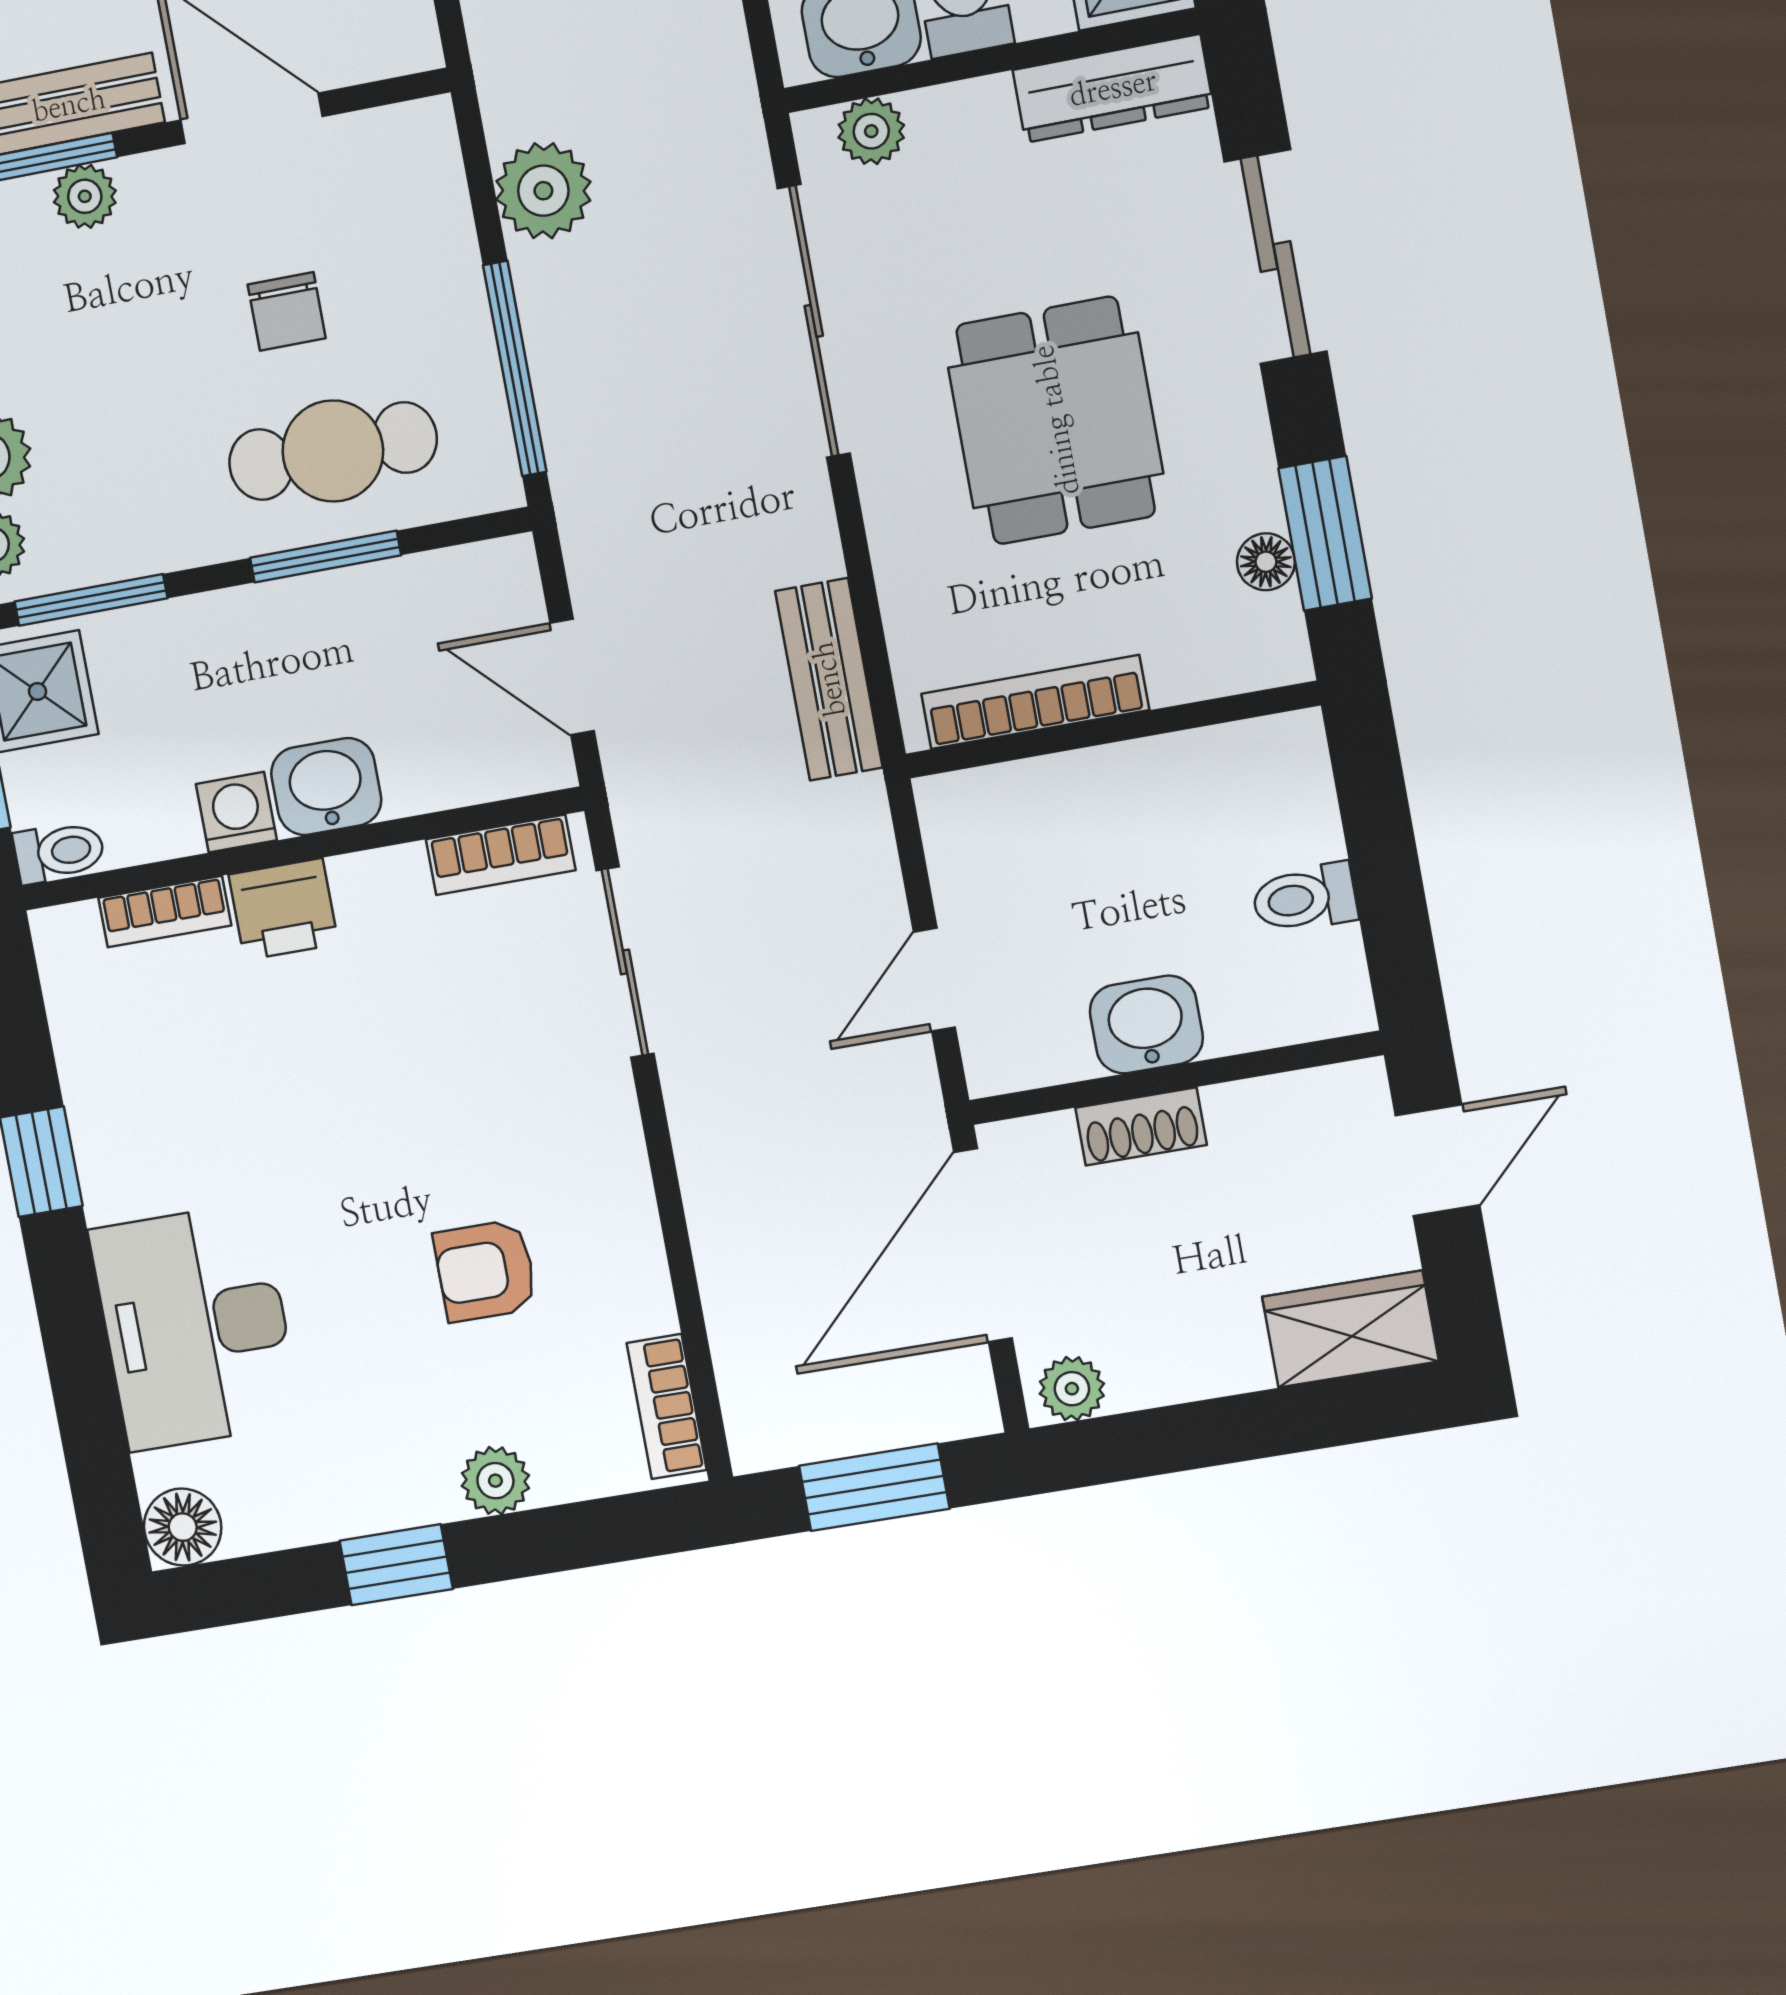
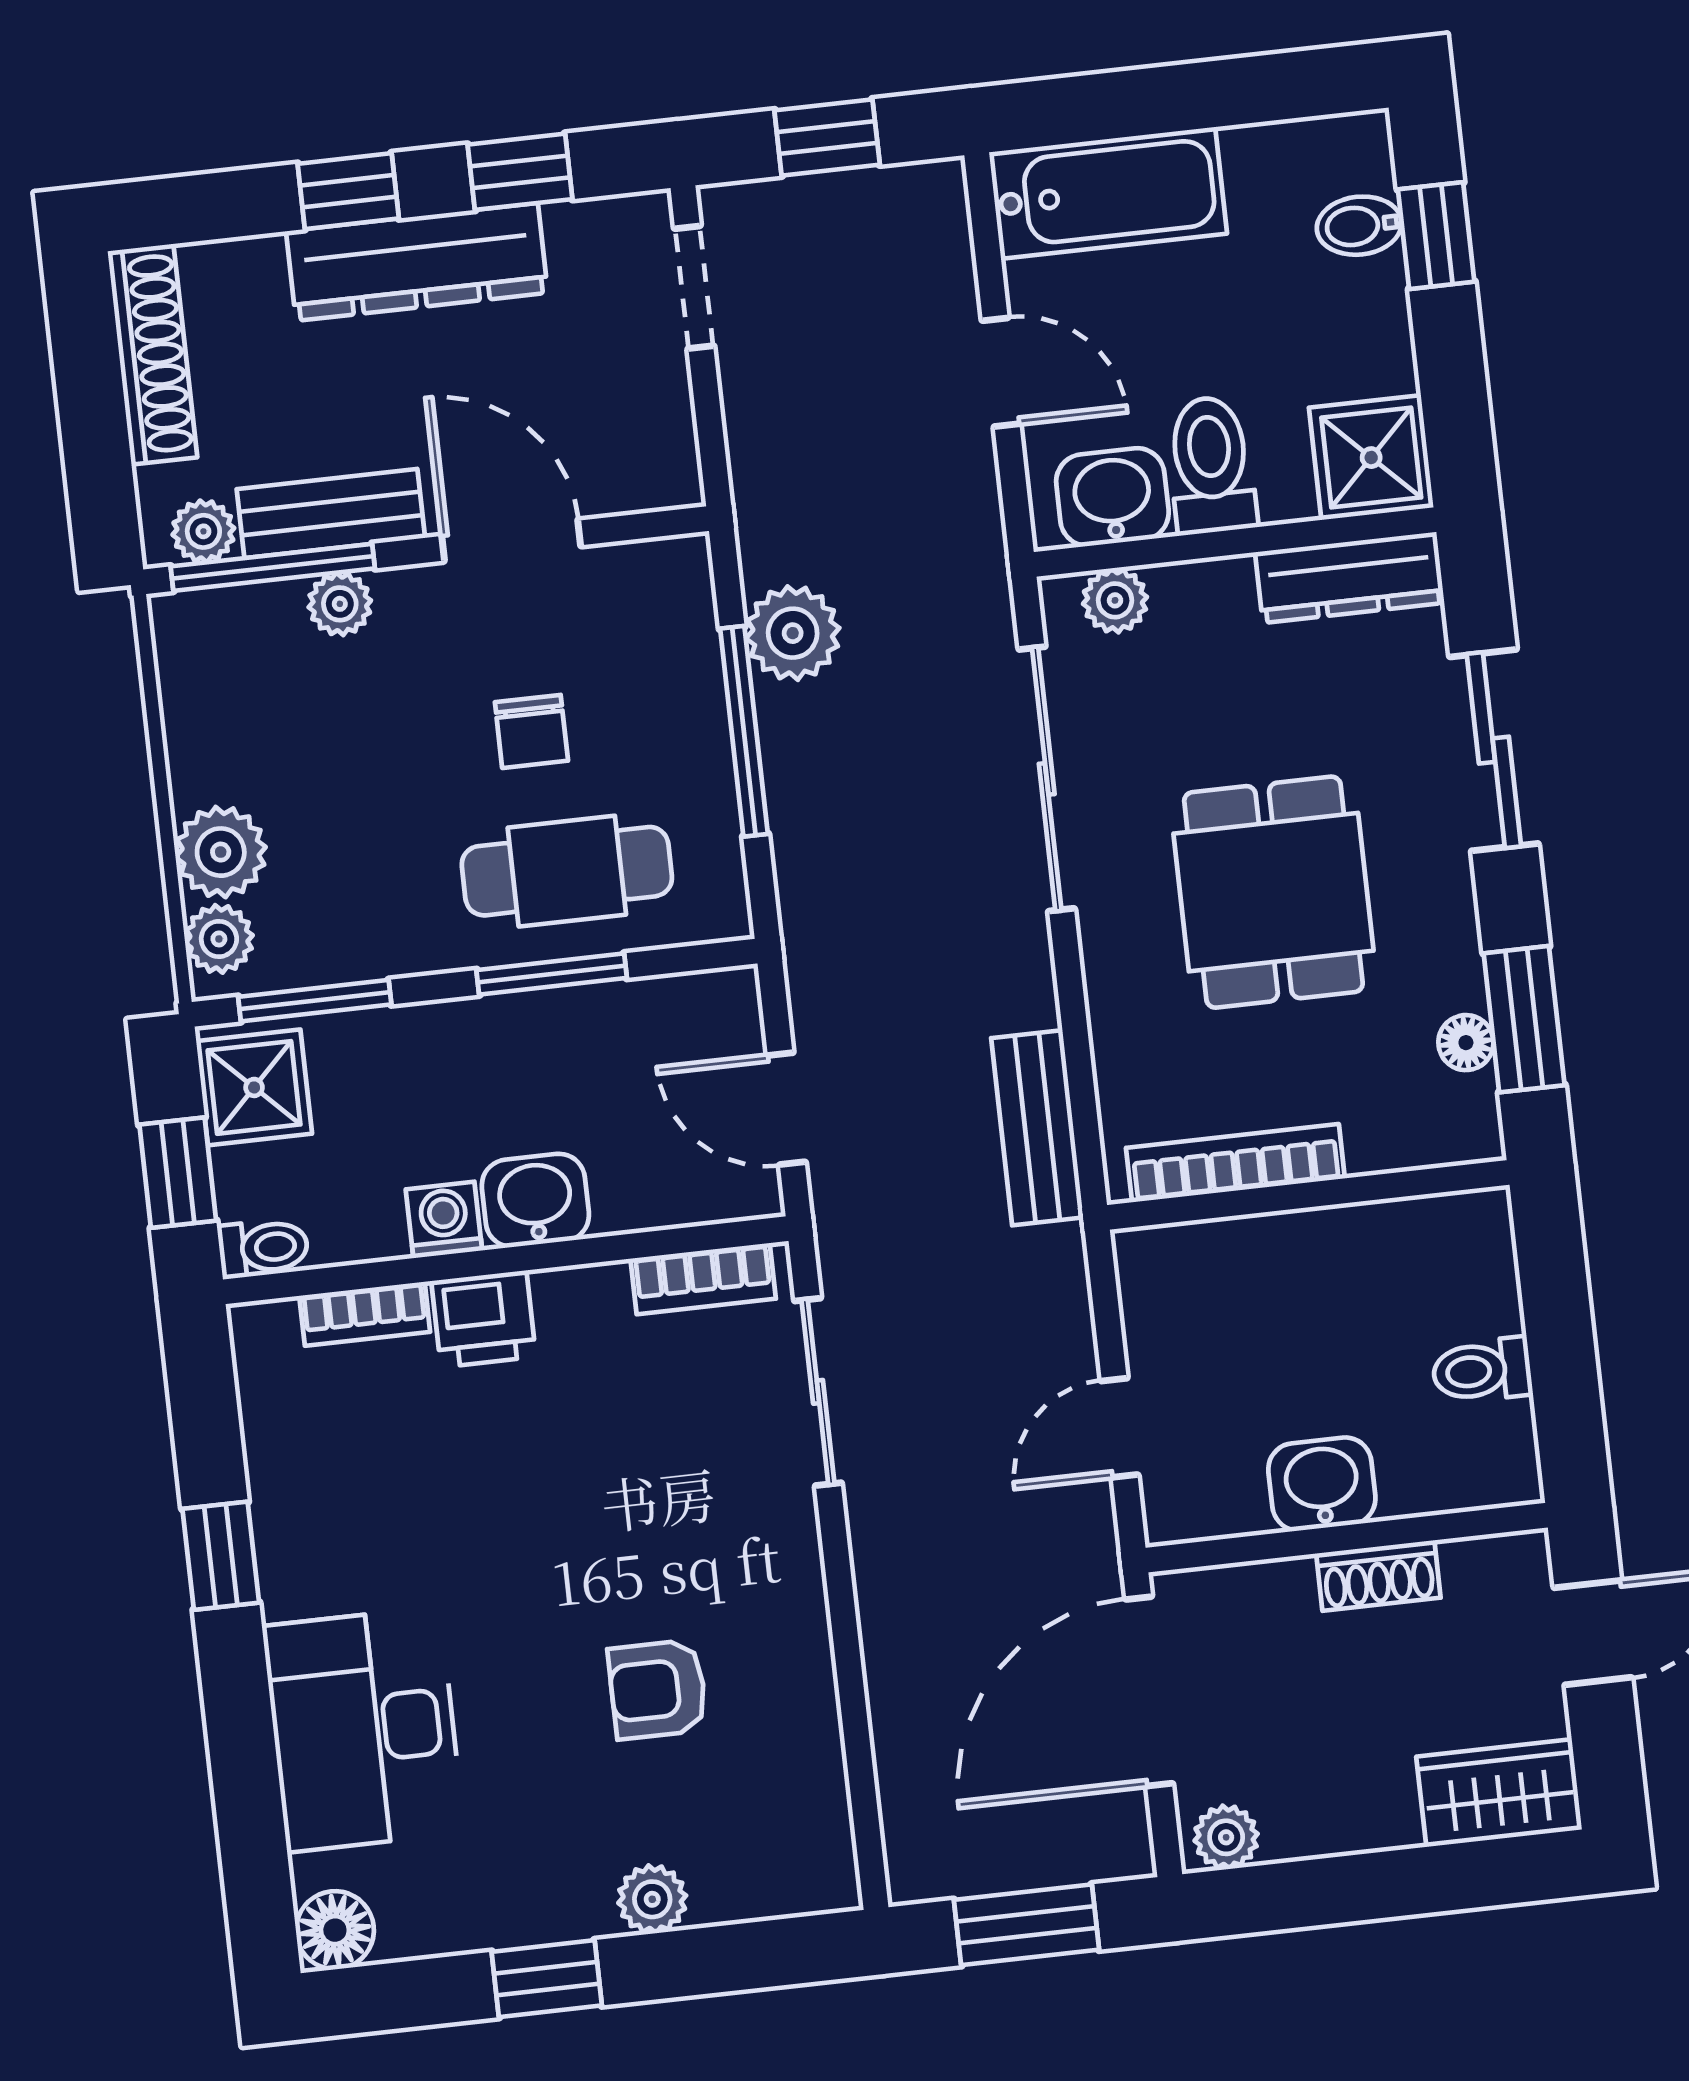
window: (515, 369) -> (744, 731), moved
shoe rack: (1141, 1126) -> (1378, 1576), moved
bookcase: (667, 1406) -> (827, 1834), removed

